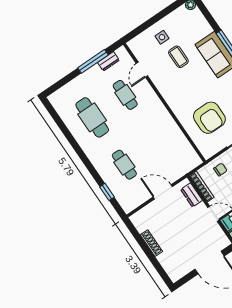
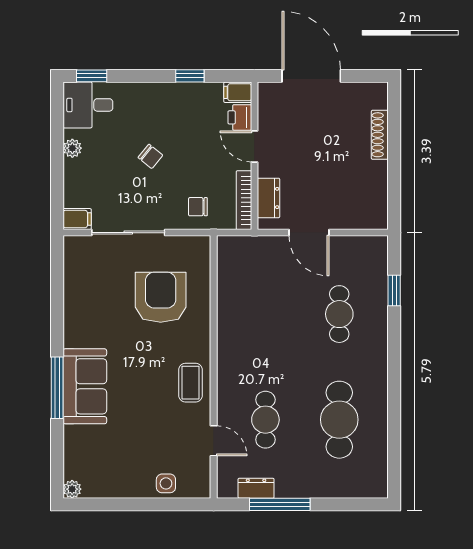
side table: (162, 37) -> (166, 483), moved
coffee table: (178, 57) -> (191, 383), moved
door: (142, 70) -> (214, 441), hinge flipped
shoe rack: (151, 243) -> (380, 135), moved

